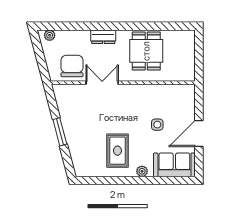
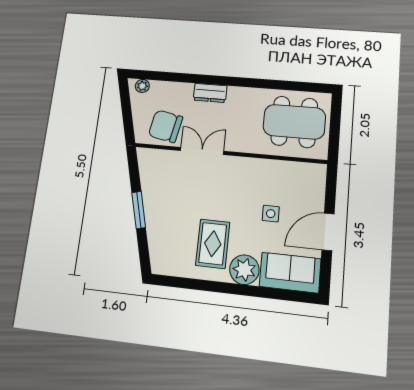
dining table: (146, 51) -> (294, 122), moved, width x1.38
chair: (72, 66) -> (166, 126), turned -79
plant: (142, 171) -> (244, 270), width x1.88, depth x1.88

